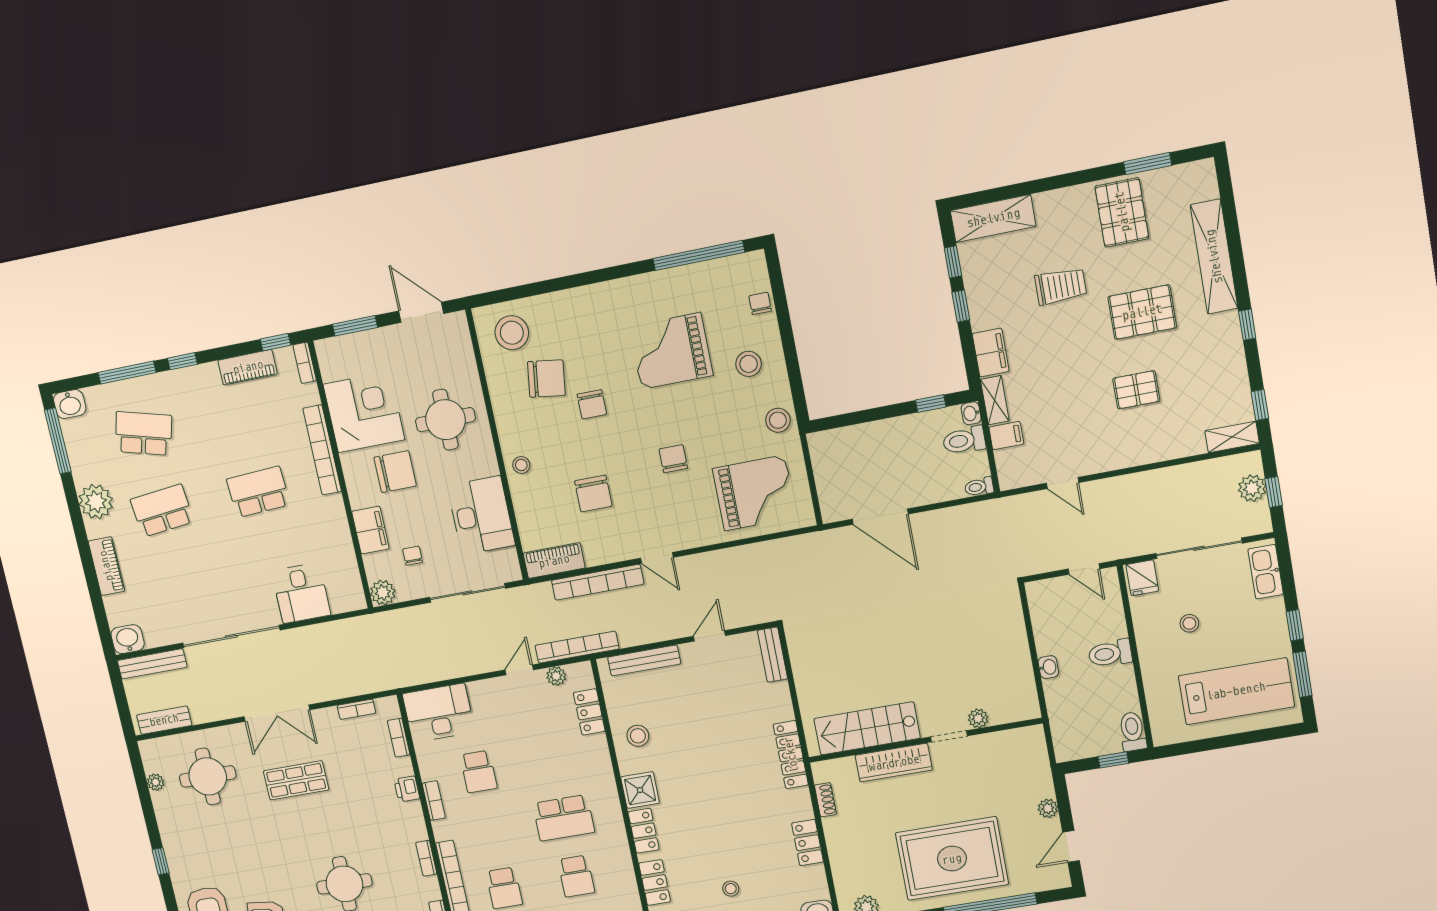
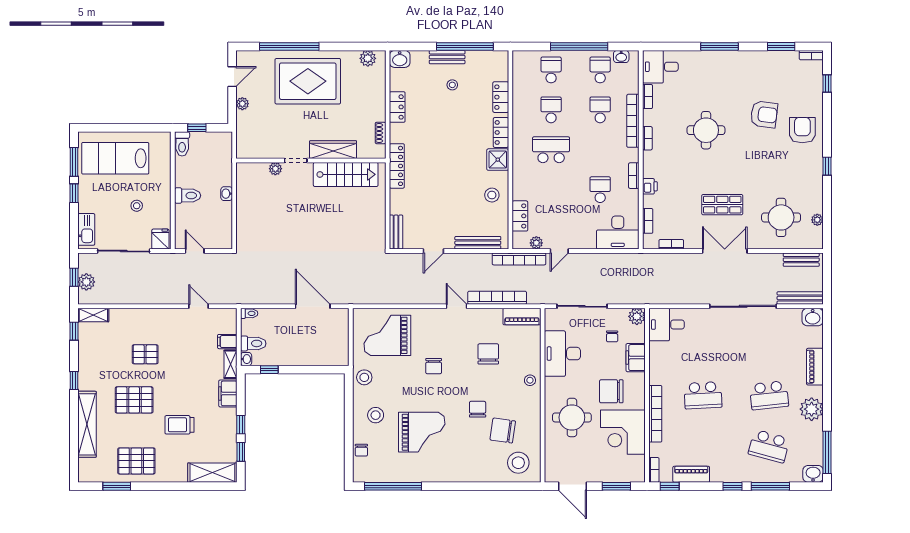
pallet: (1122, 212) -> (136, 461), turned 90
desk: (301, 593) -> (667, 325), moved, turned -90

